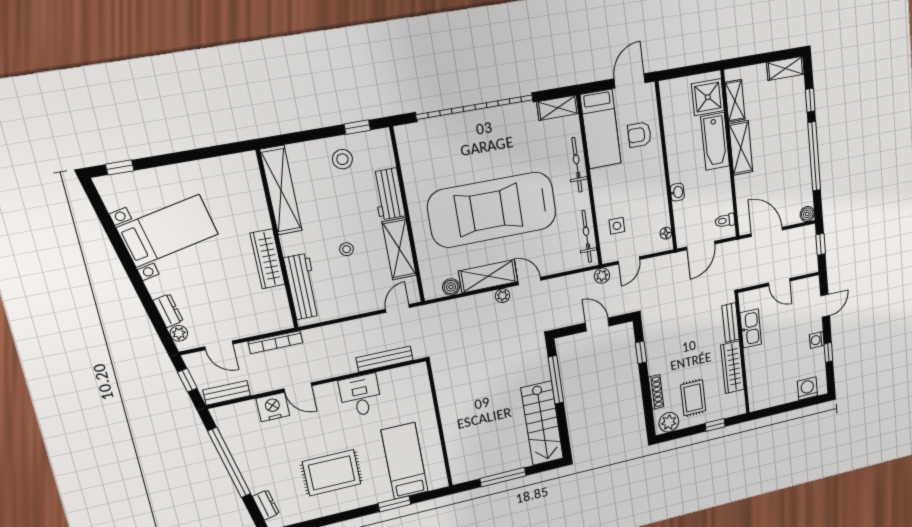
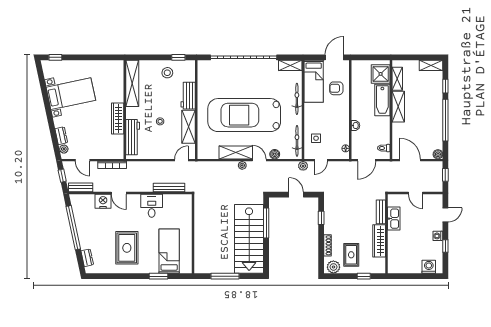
boiler: (451, 287) -> (275, 154), moved
stairs: (542, 423) -> (249, 239), width x1.36, depth x1.51
rug: (332, 473) -> (127, 248), turned 90

